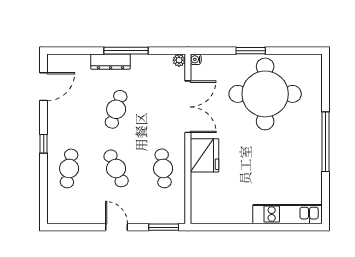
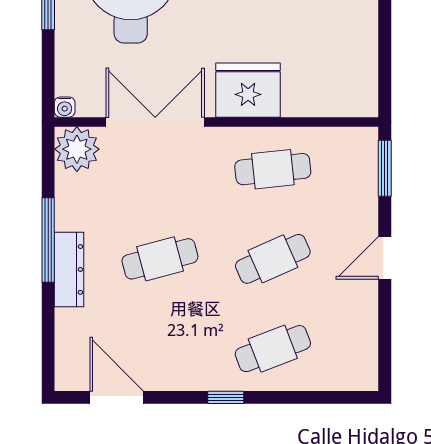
plant: (179, 60) -> (77, 149), width x1.88, depth x1.88
cafe table: (116, 109) -> (160, 259), turned -33
cafe table: (69, 168) -> (273, 349), turned -30

